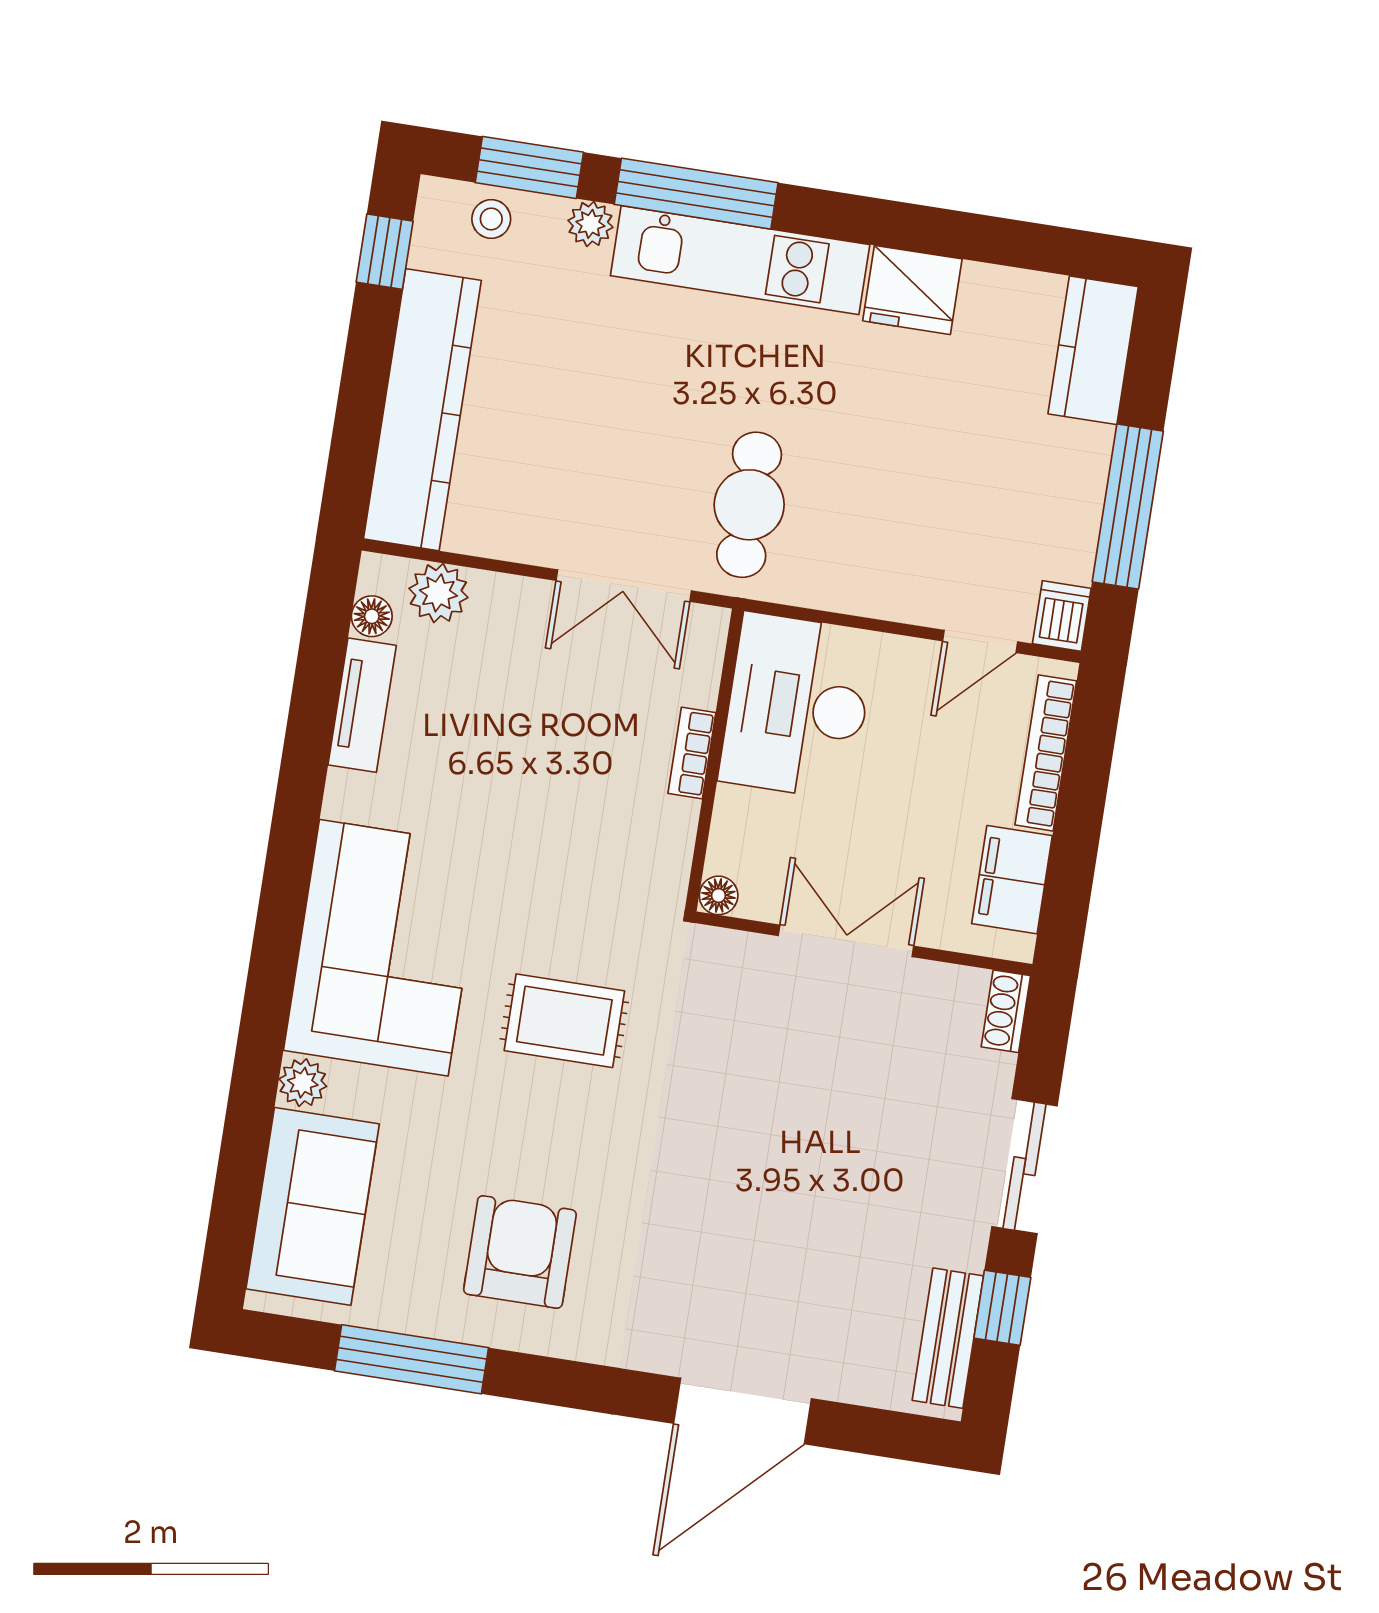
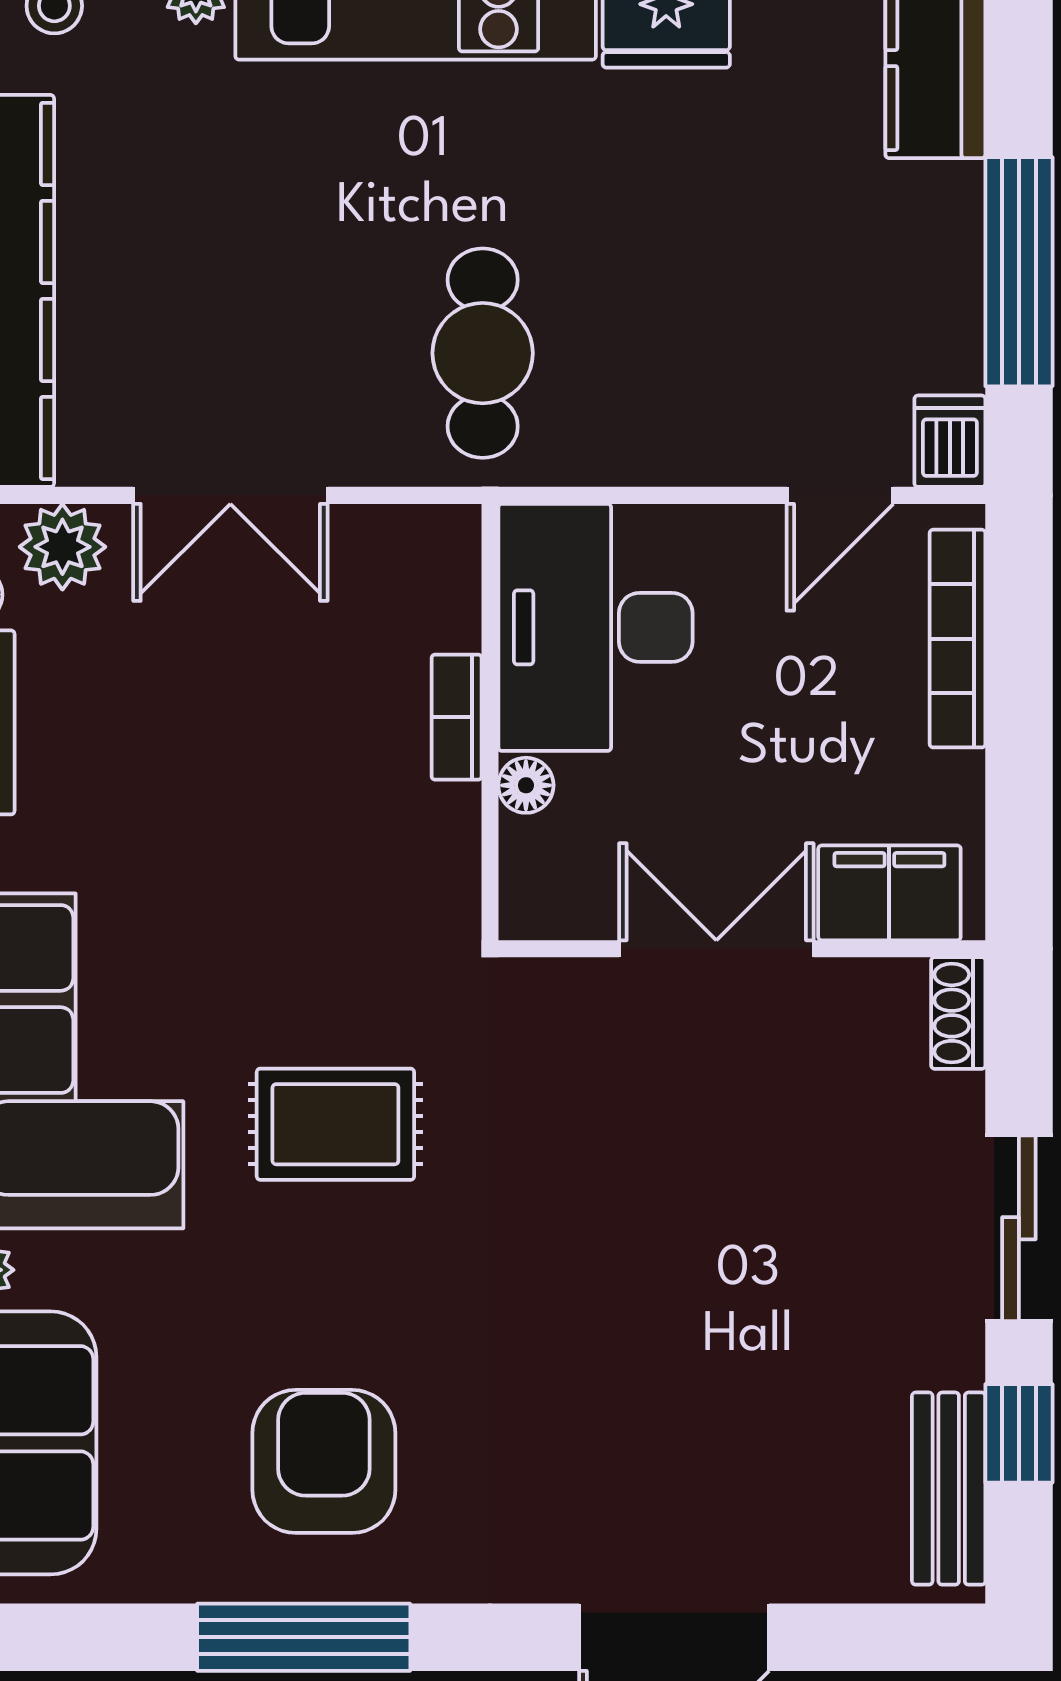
double door: (624, 586) -> (230, 495), moved
filing cabinet: (1012, 880) -> (889, 893), moved, turned 90
floor lamp: (719, 895) -> (526, 785), moved
window: (412, 1359) -> (304, 1637), moved

